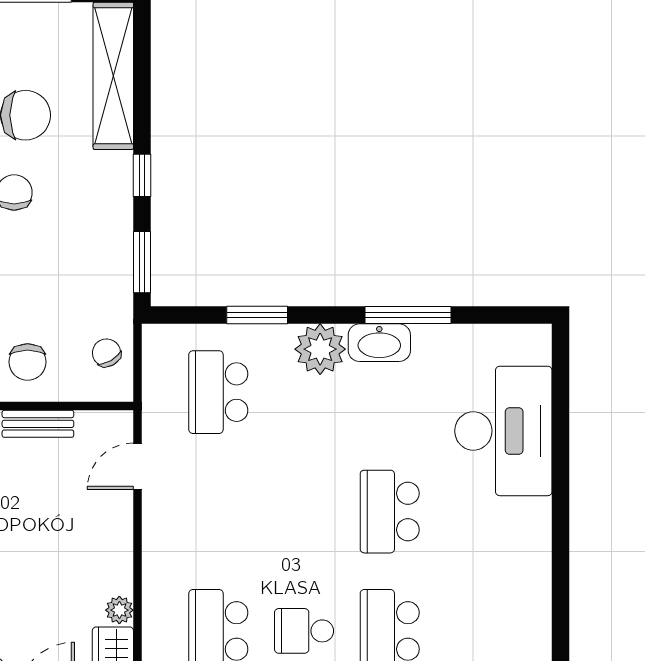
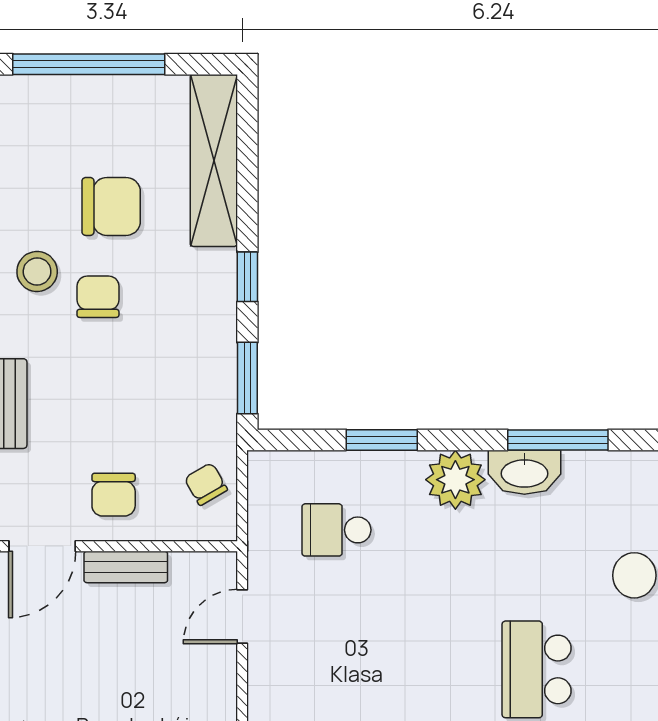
school desk: (218, 392) -> (336, 530), width x0.54

